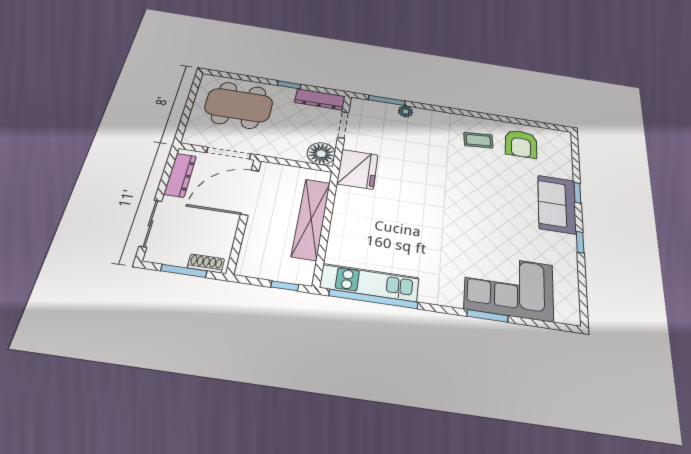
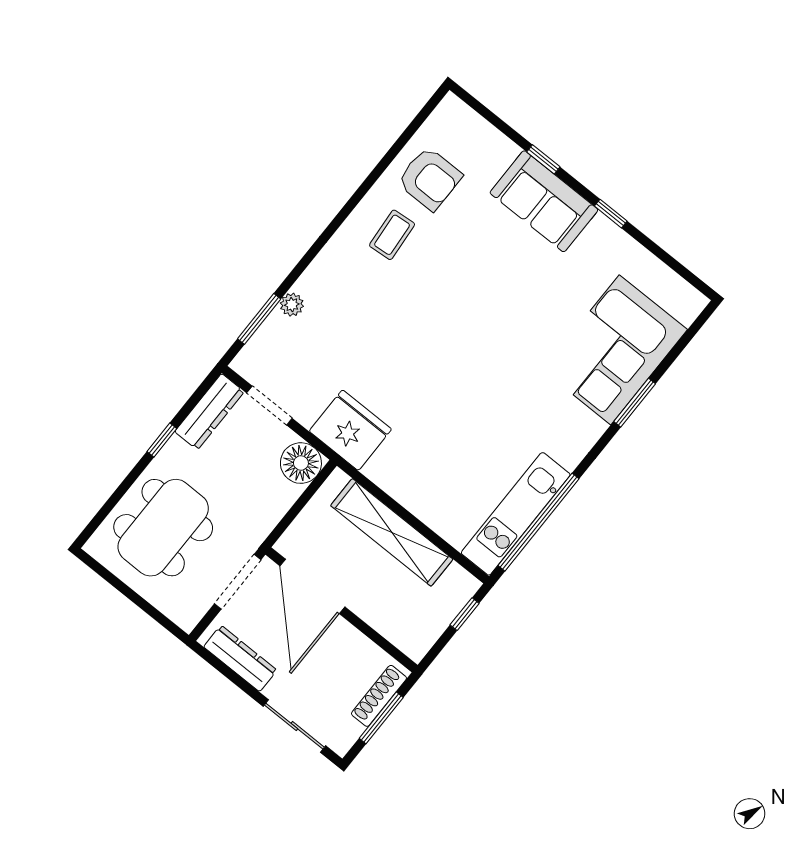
shoe rack: (206, 263) -> (379, 696), width x1.43

